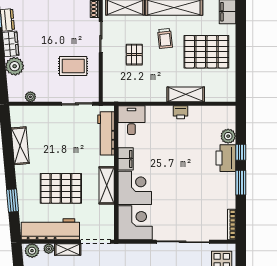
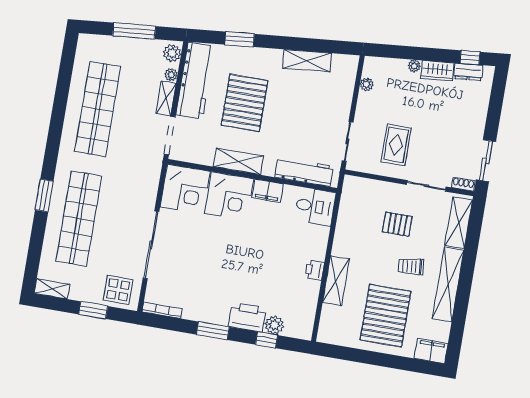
plant: (15, 66) -> (414, 66), width x0.53, depth x0.53
window: (241, 152) -> (267, 340), moved

